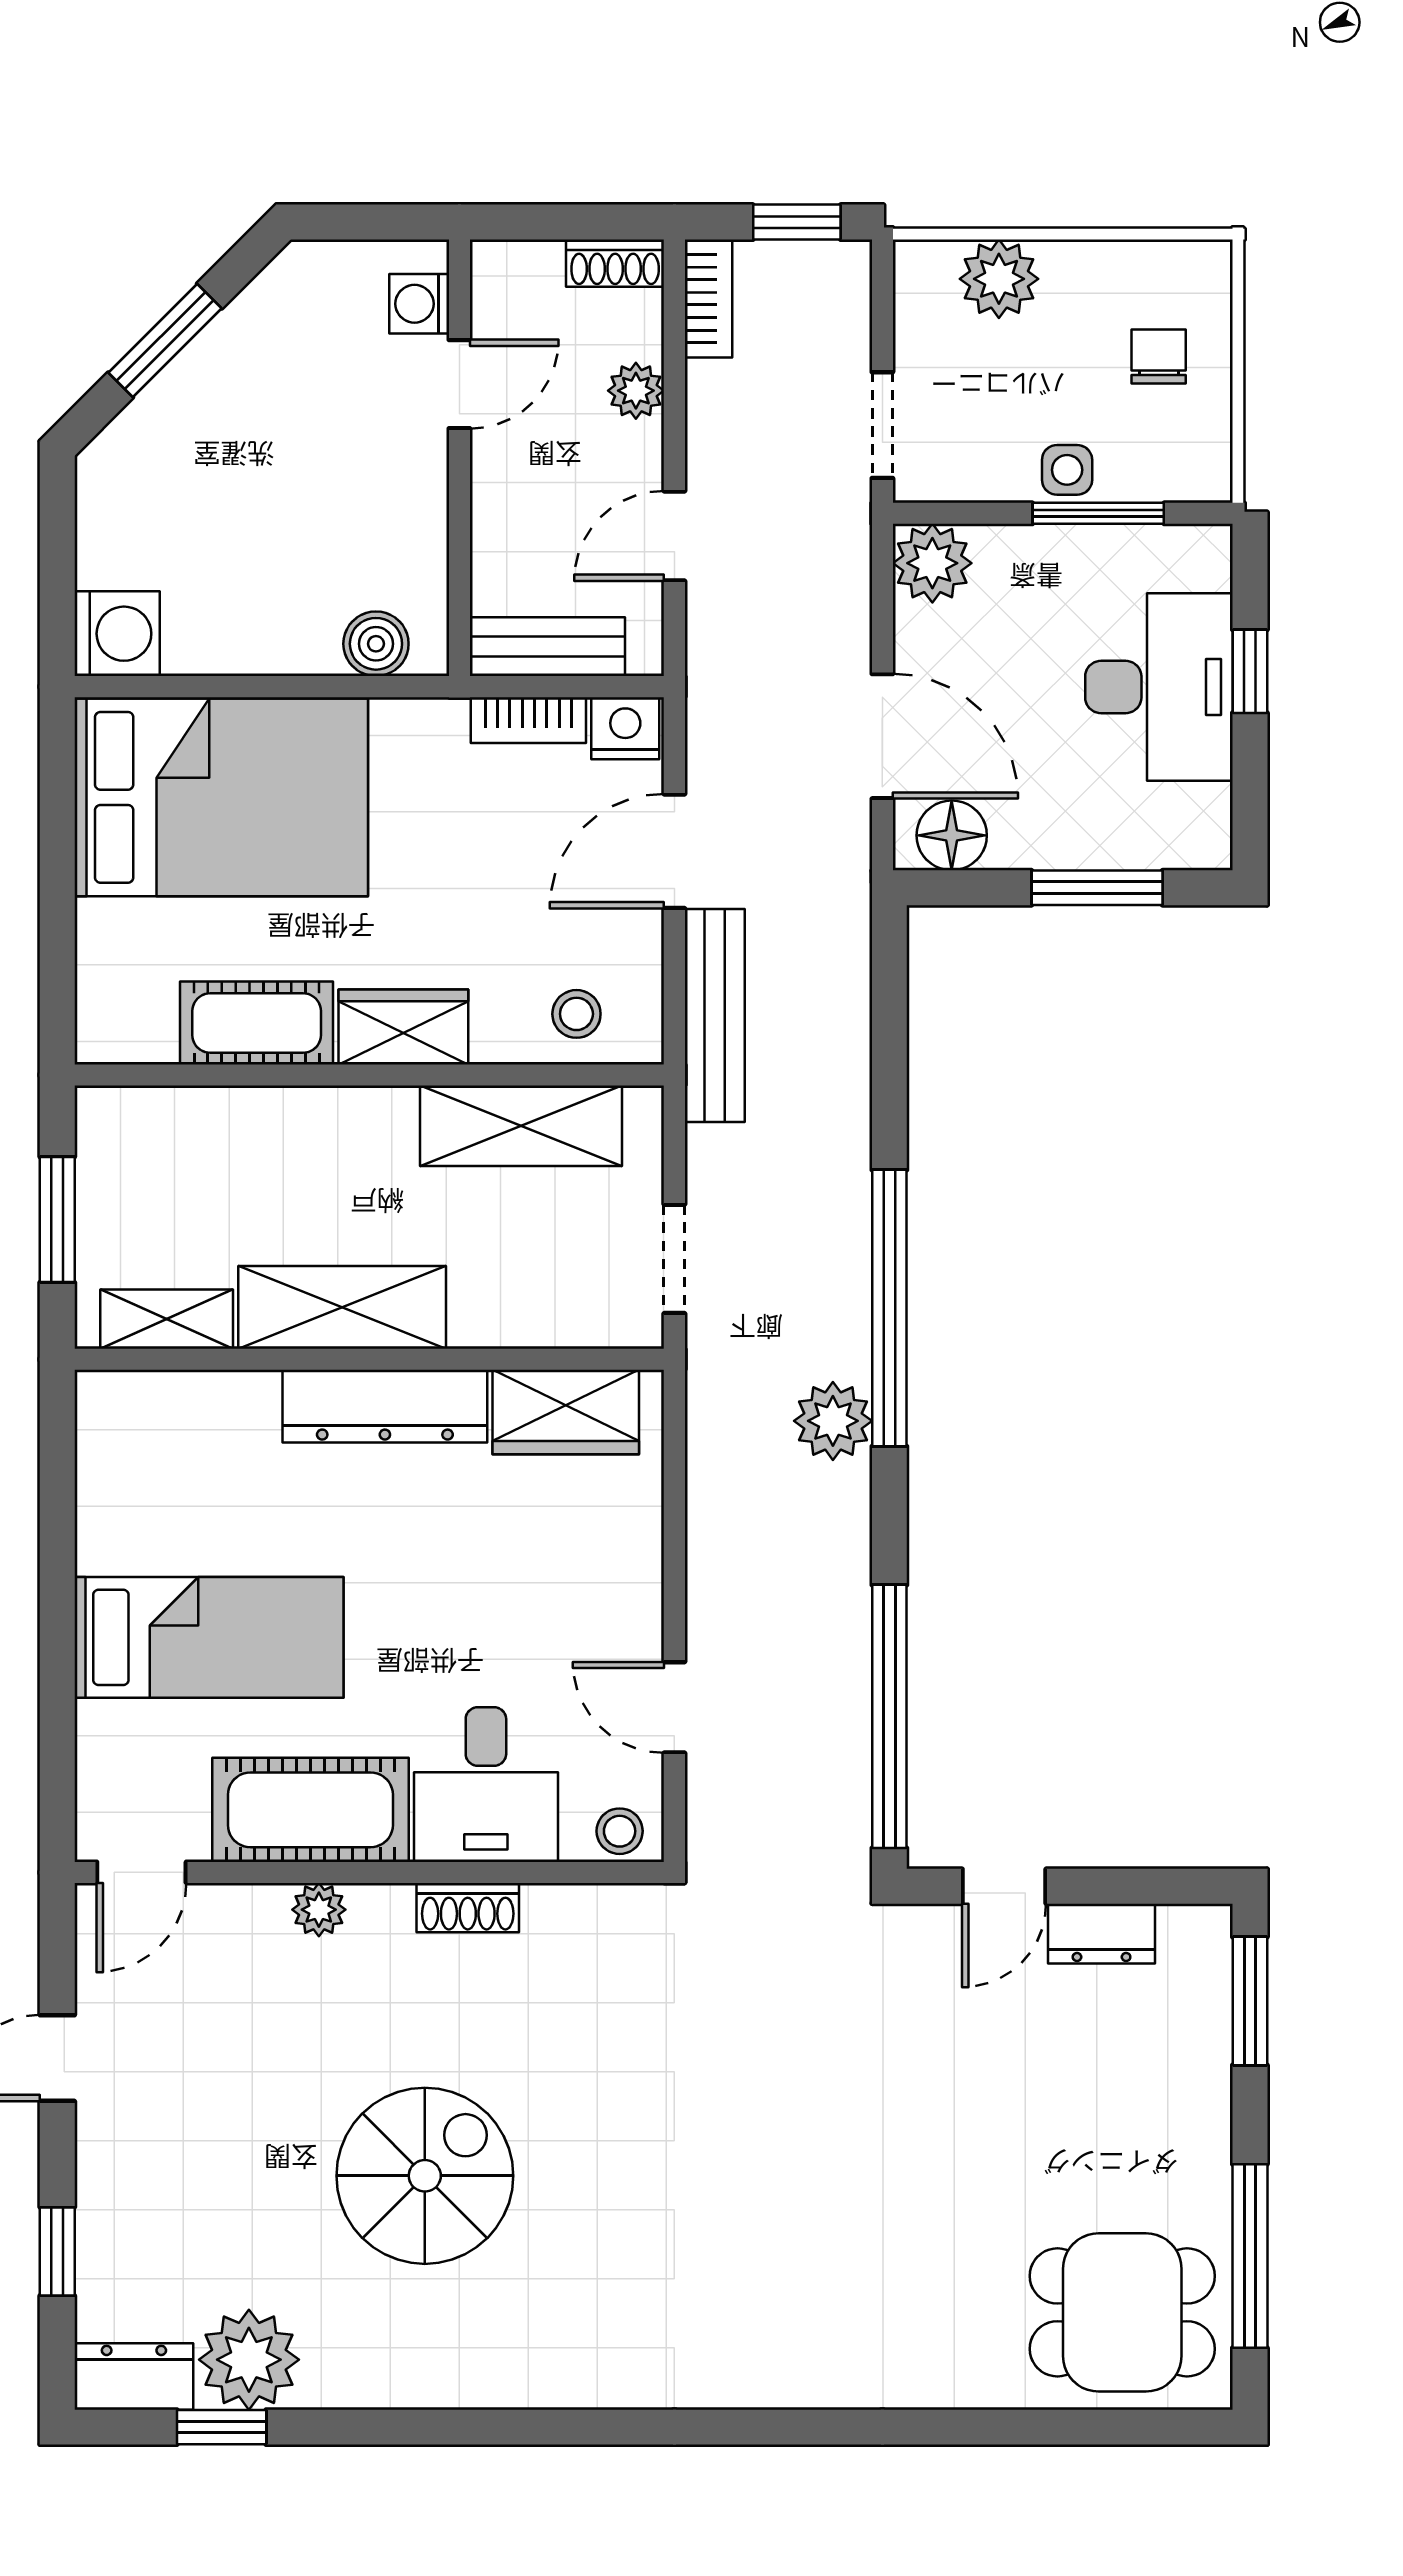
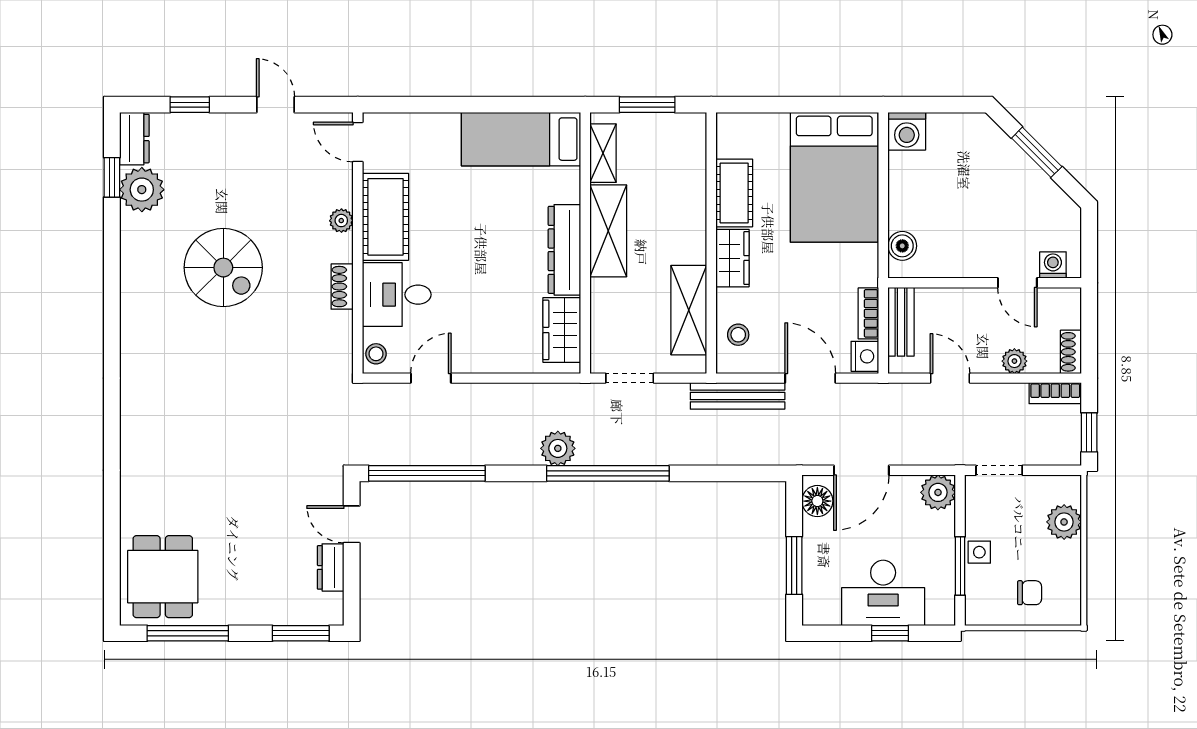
bed: (209, 1637) -> (521, 139), moved, turned 90

